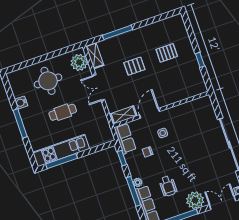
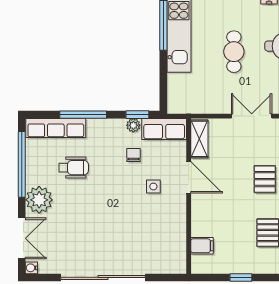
filing cabinet: (189, 90) -> (202, 246), added
plant: (138, 182) -> (133, 125), moved
wheelchair: (168, 186) -> (74, 168), turned 180

